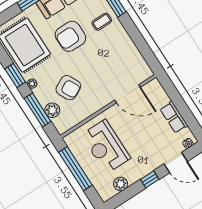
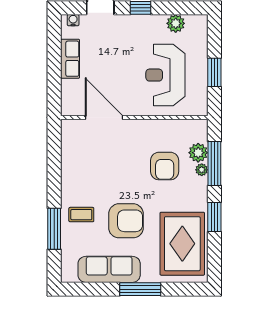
plant: (32, 84) -> (202, 170), moved
armchair: (68, 88) -> (165, 166), turned -153
reception desk: (106, 146) -> (165, 75), turned 180
window: (75, 169) -> (214, 72), width x0.47

